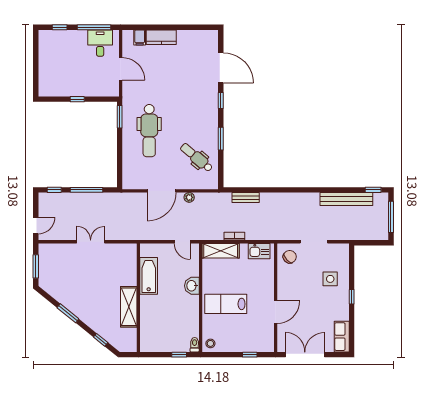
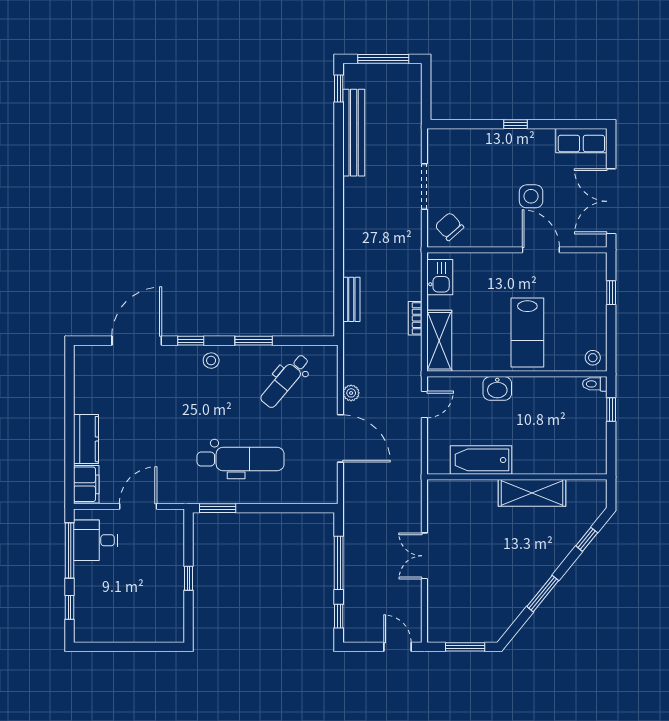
filing cabinet: (140, 37) -> (86, 484), width x2.00
stool: (209, 113) -> (211, 361), added
side table: (330, 279) -> (531, 196), moved

